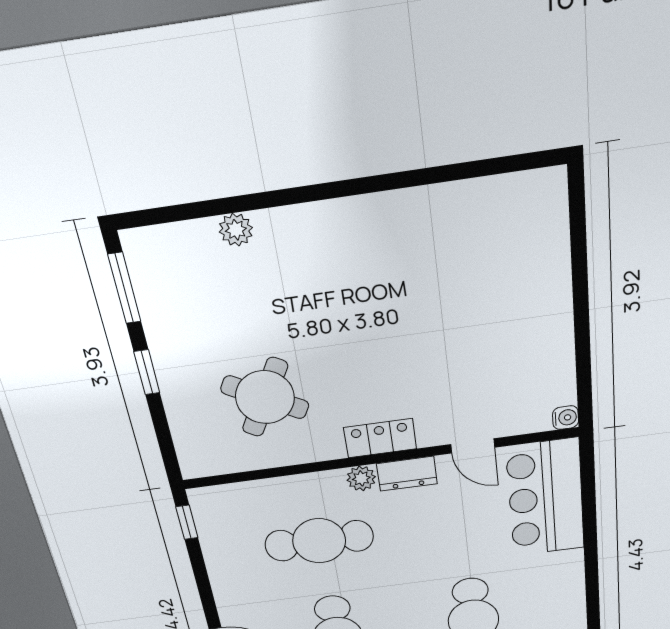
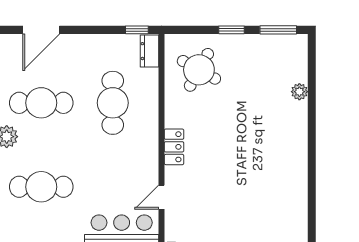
round table: (265, 397) -> (199, 70), moved
dresser: (407, 474) -> (149, 51), moved
plant: (361, 478) -> (150, 133), removed

